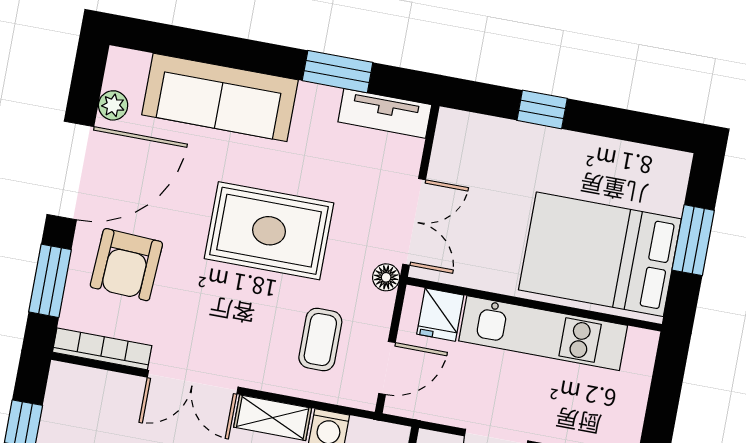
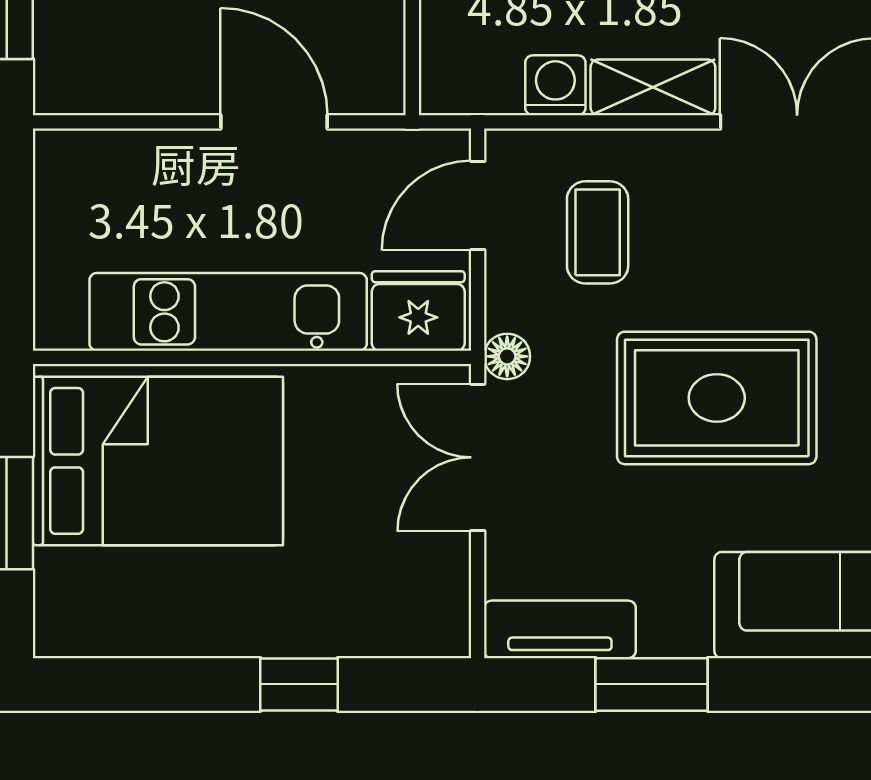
fridge: (440, 315) -> (418, 311), width x1.38

